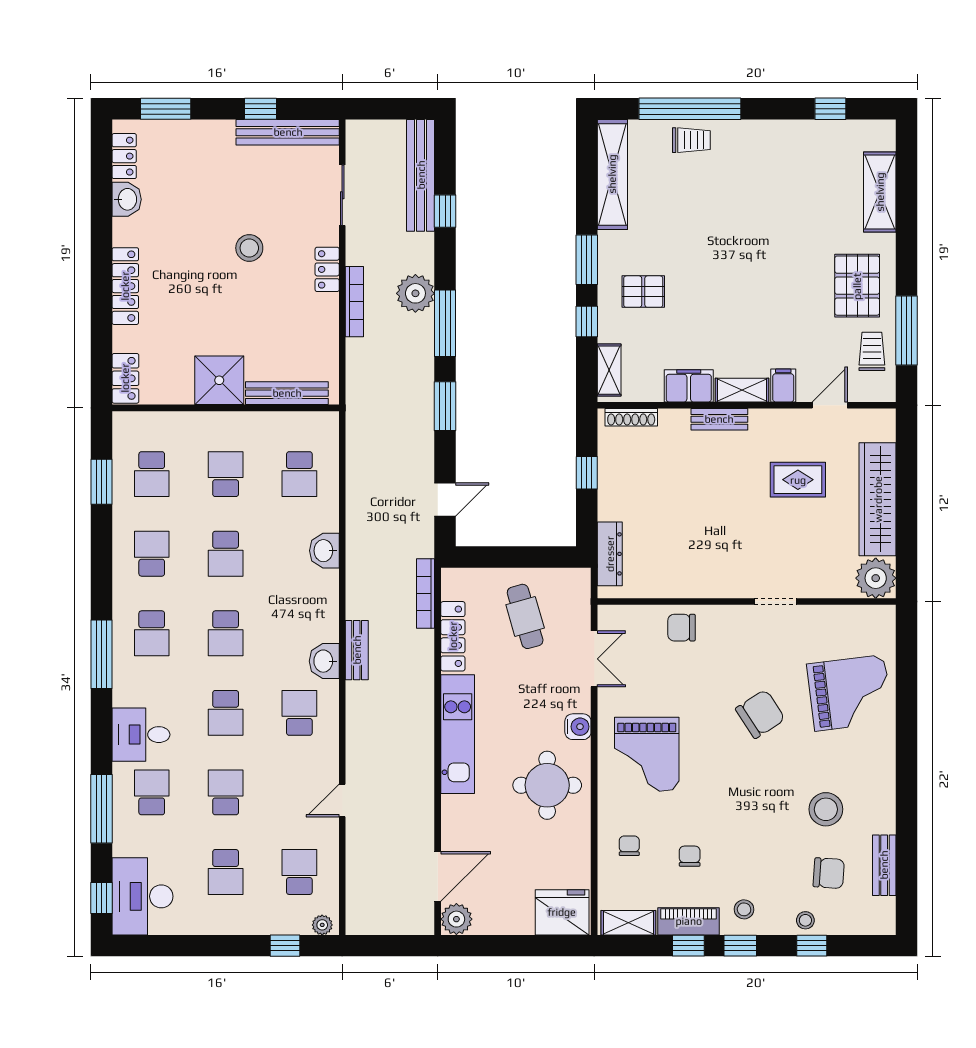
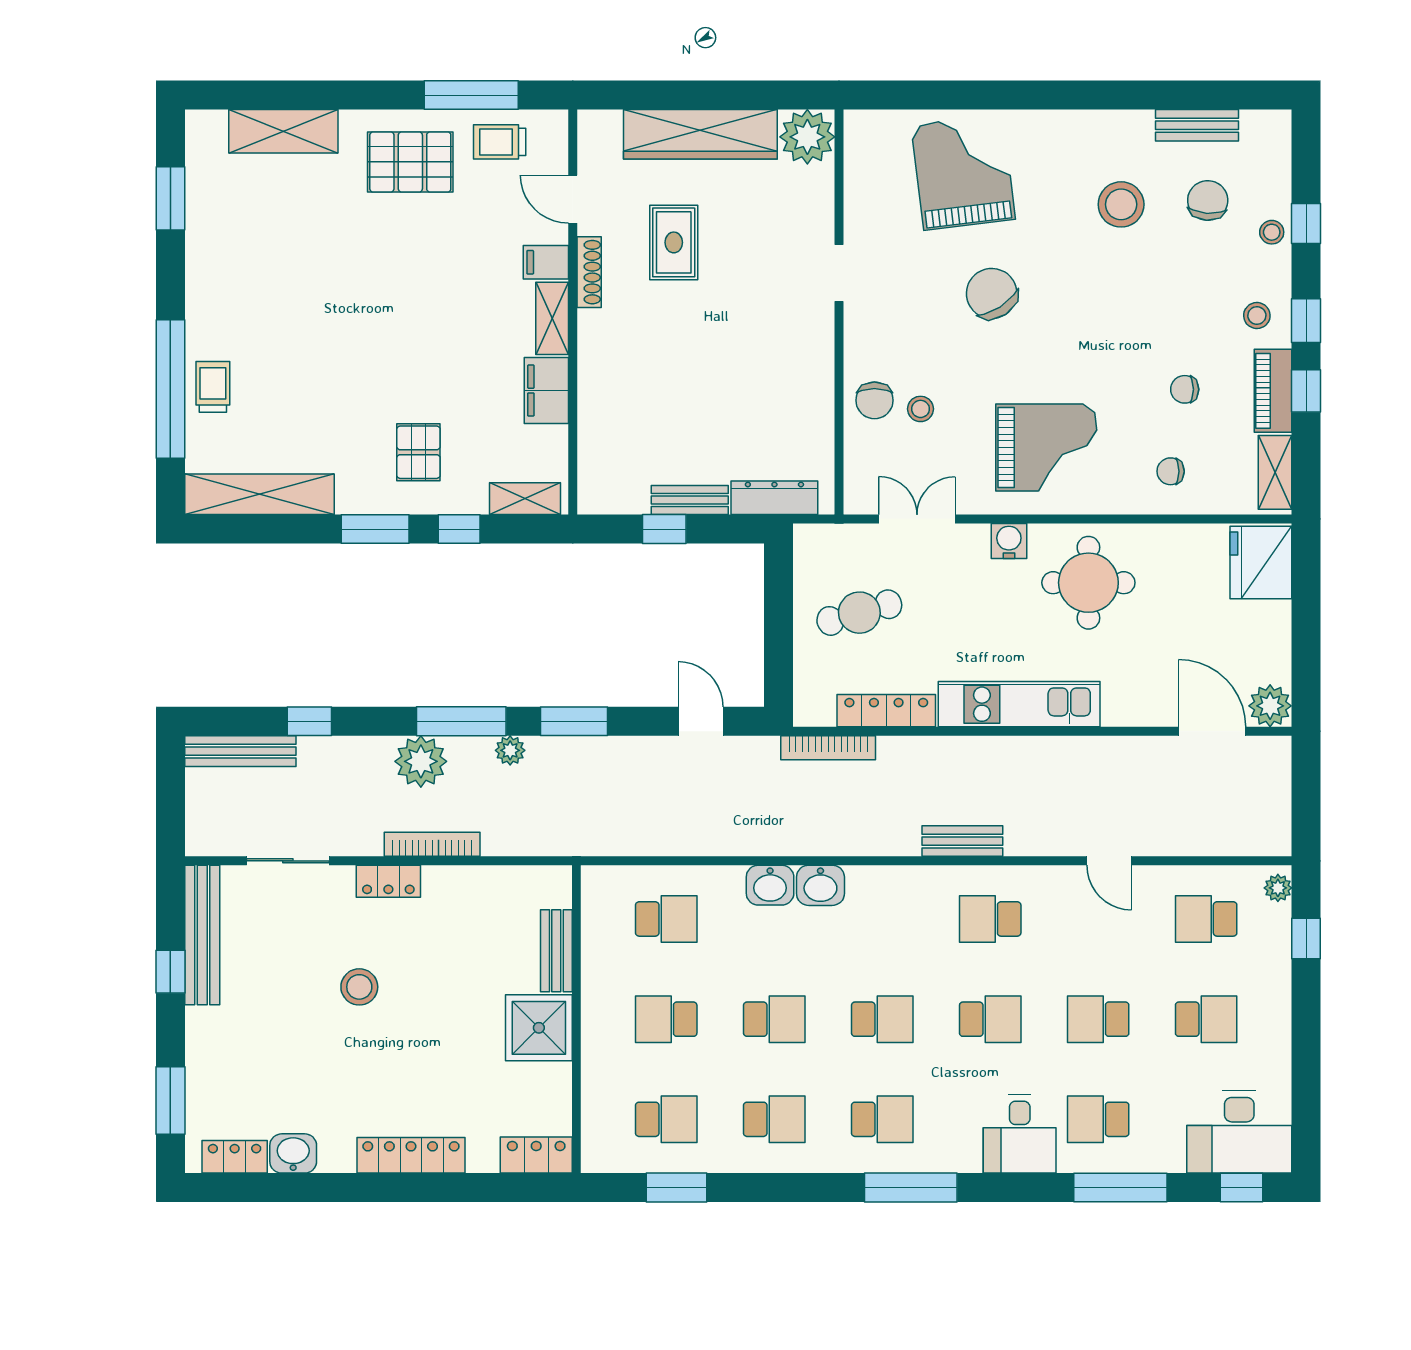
window: (830, 109) -> (170, 198), width x1.50
bench: (421, 175) -> (240, 751), width x0.73, depth x0.82
plant: (424, 359) -> (510, 750), added
bench: (287, 393) -> (556, 951), width x0.73
shoe rack: (631, 417) -> (589, 272), moved
bench: (719, 419) -> (690, 500), moved, turned 90
school desk: (152, 554) -> (774, 1119), turned 180
bench: (357, 650) -> (962, 841), moved
washbasin: (324, 661) -> (820, 885), moved
stool: (675, 662) -> (921, 409), added

